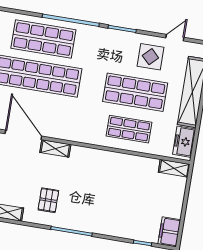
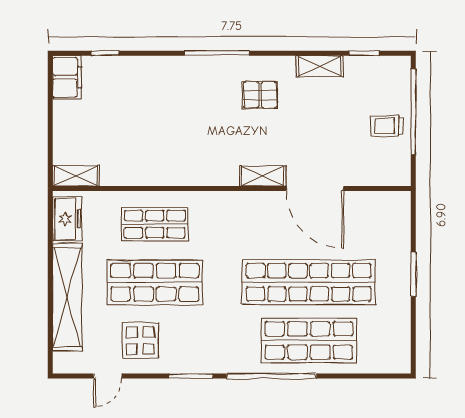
pallet: (48, 200) -> (260, 95), turned 90

